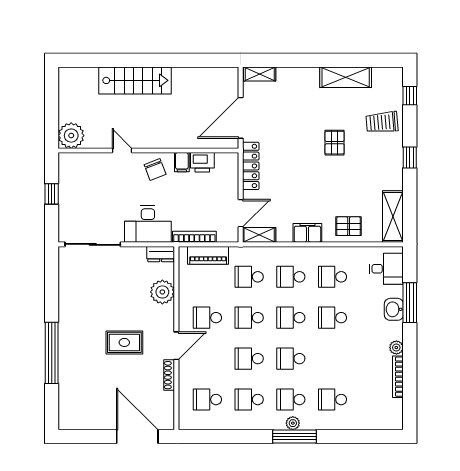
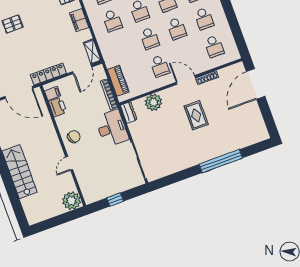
filing cabinet: (182, 162) -> (53, 93), moved
door: (241, 213) -> (82, 69), swing flipped
school desk: (249, 277) -> (122, 48), removed

